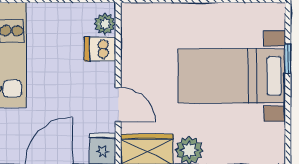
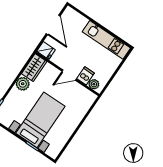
door: (118, 105) -> (69, 75), moved

